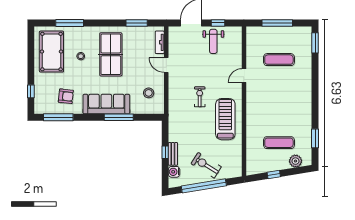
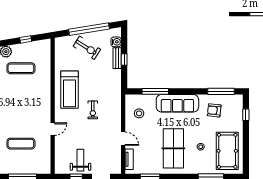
window: (119, 117) -> (155, 91), moved

